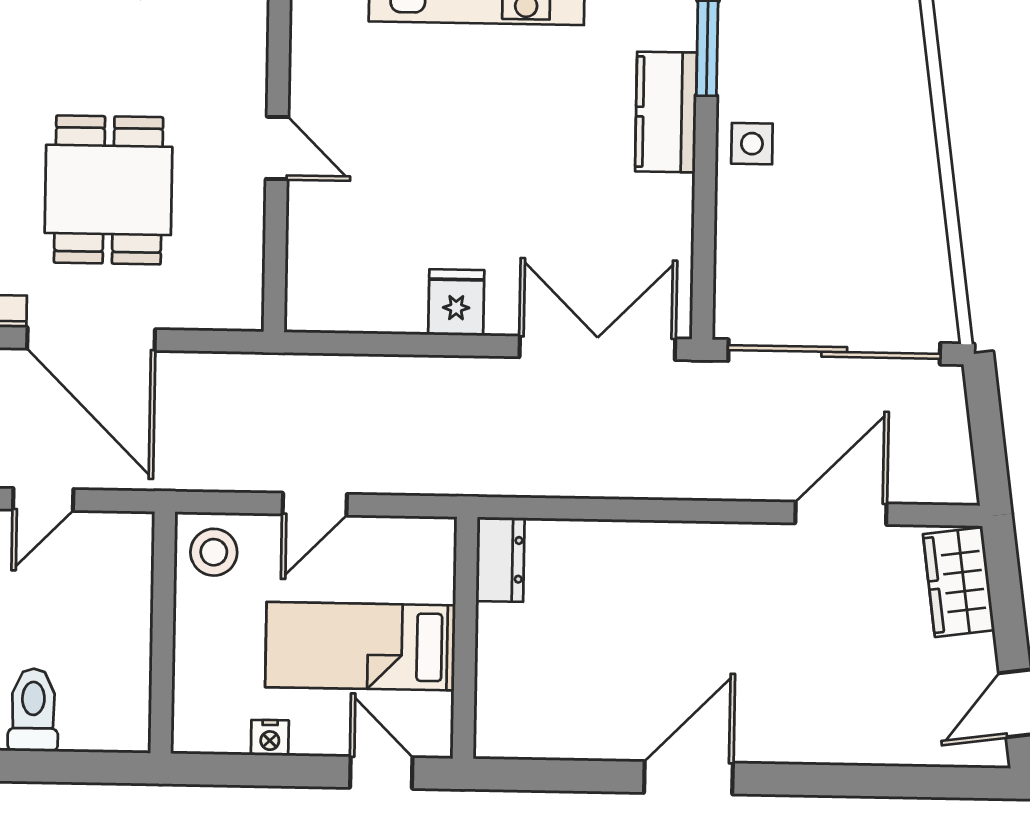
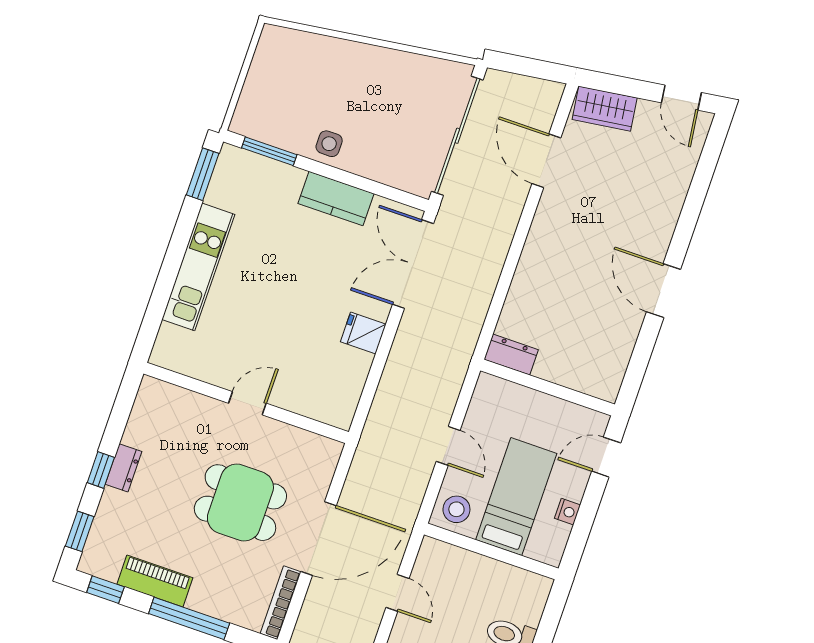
kitchen counter: (666, 112) -> (336, 198), moved
bed: (360, 646) -> (516, 497), moved, turned 180

